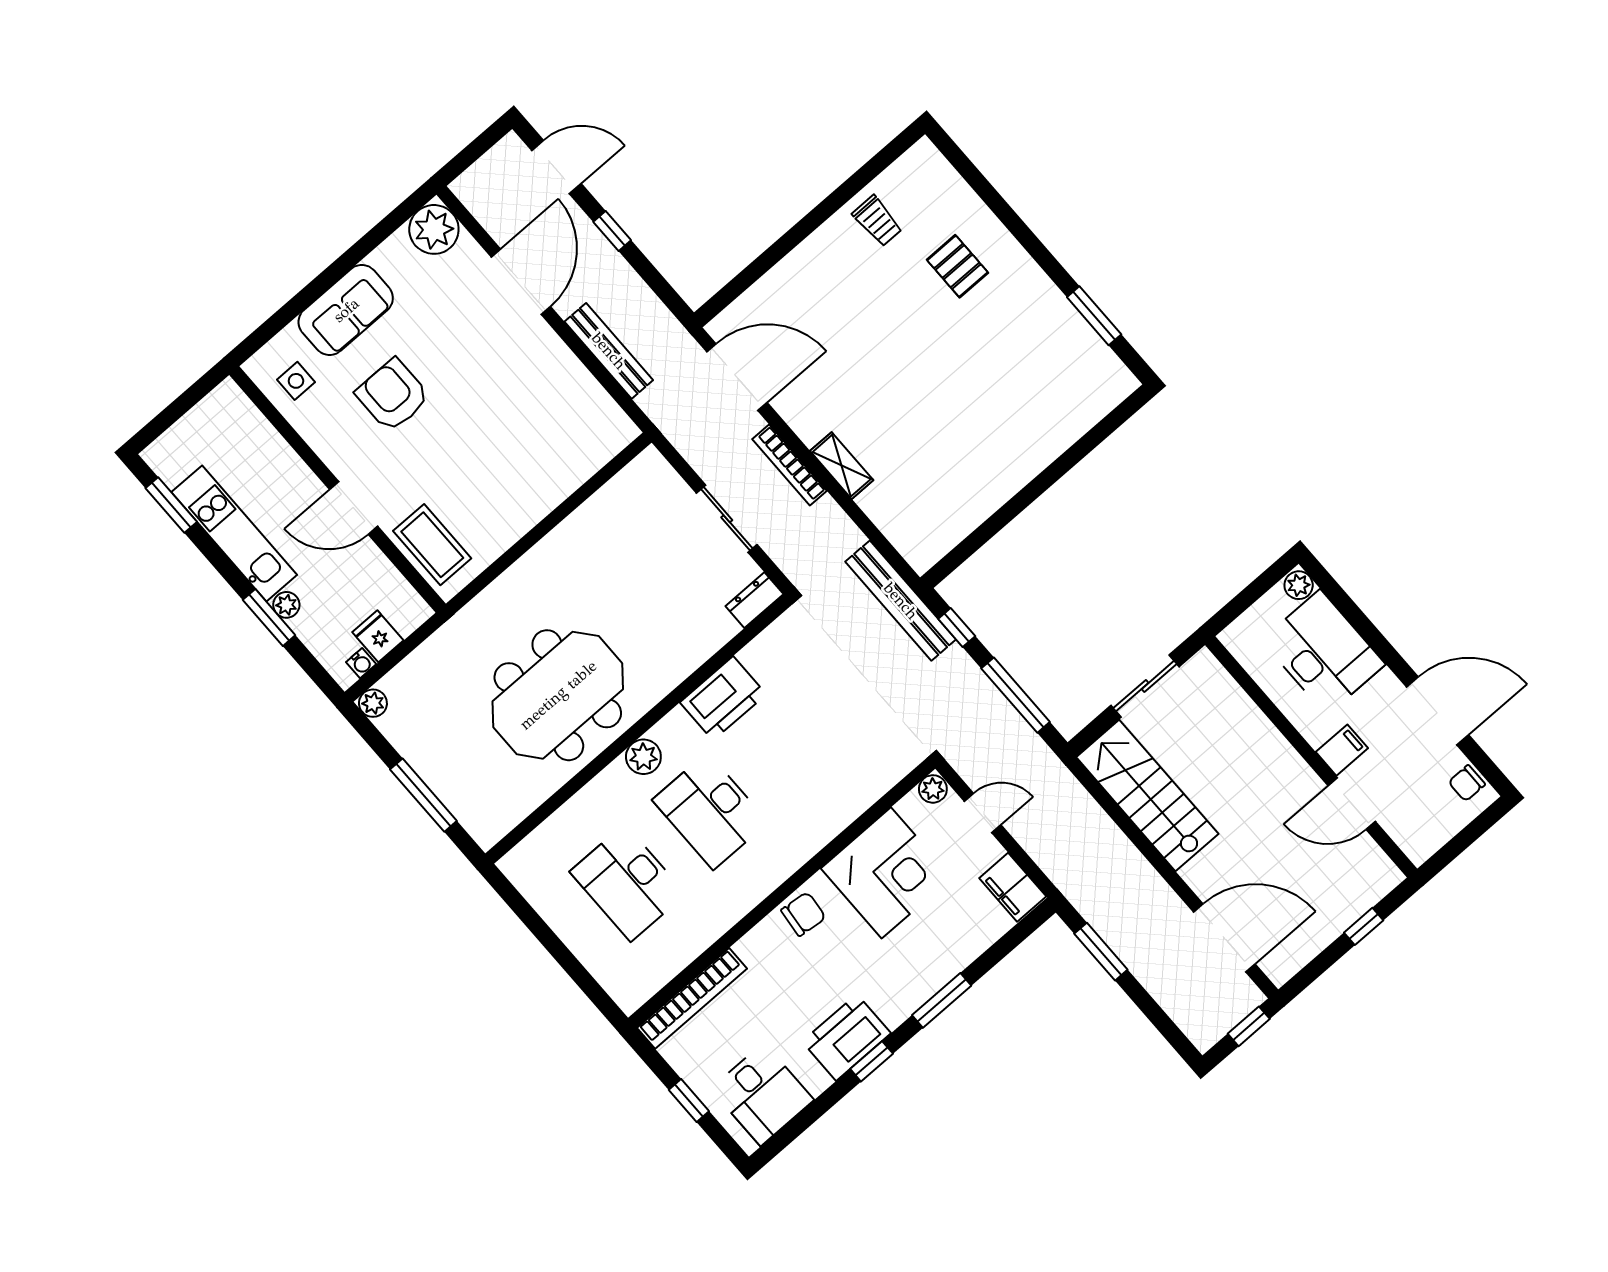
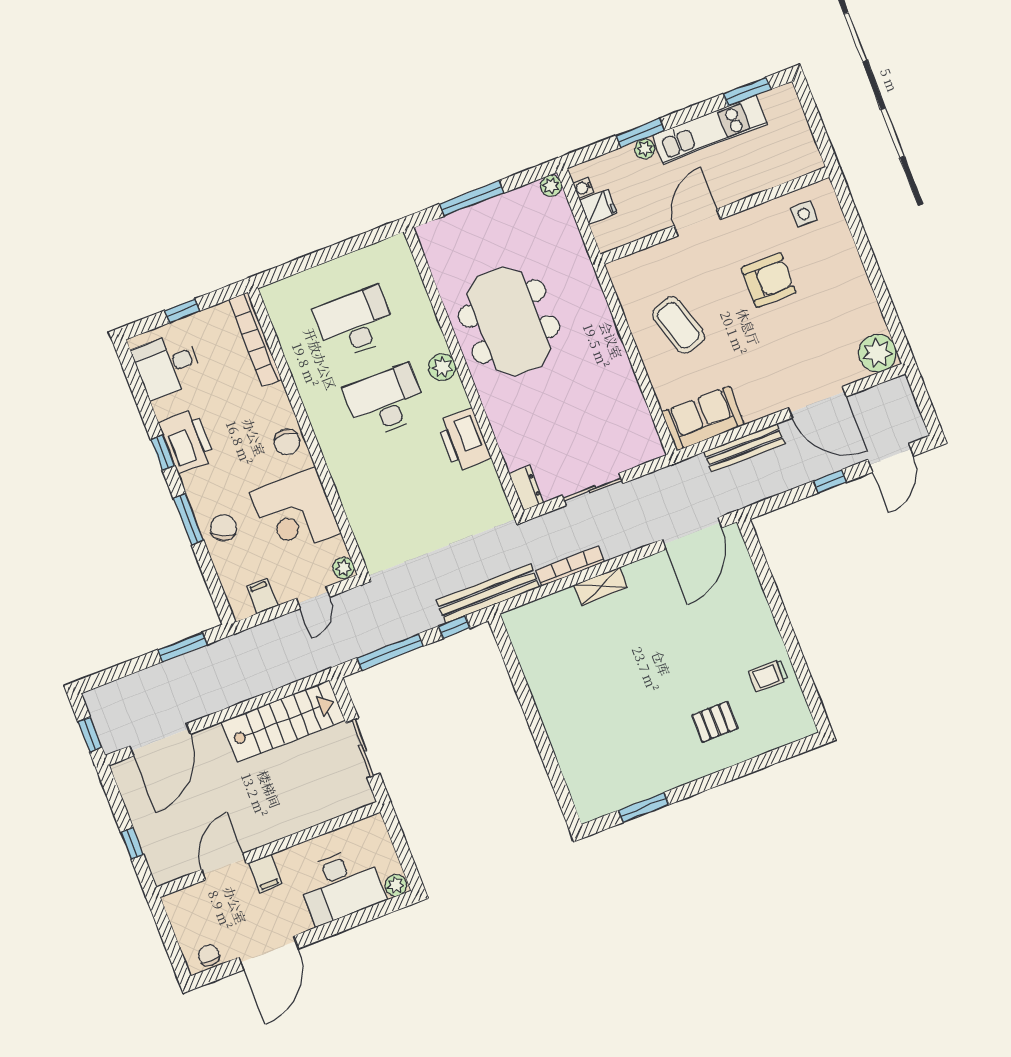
sofa: (346, 310) -> (703, 418), moved, turned 90
bookcase: (789, 465) -> (570, 566), moved
coffee table: (432, 545) -> (678, 325), moved, turned 73
filing cabinet: (1013, 887) -> (262, 596), width x0.50
chair: (937, 954) -> (223, 528), added

